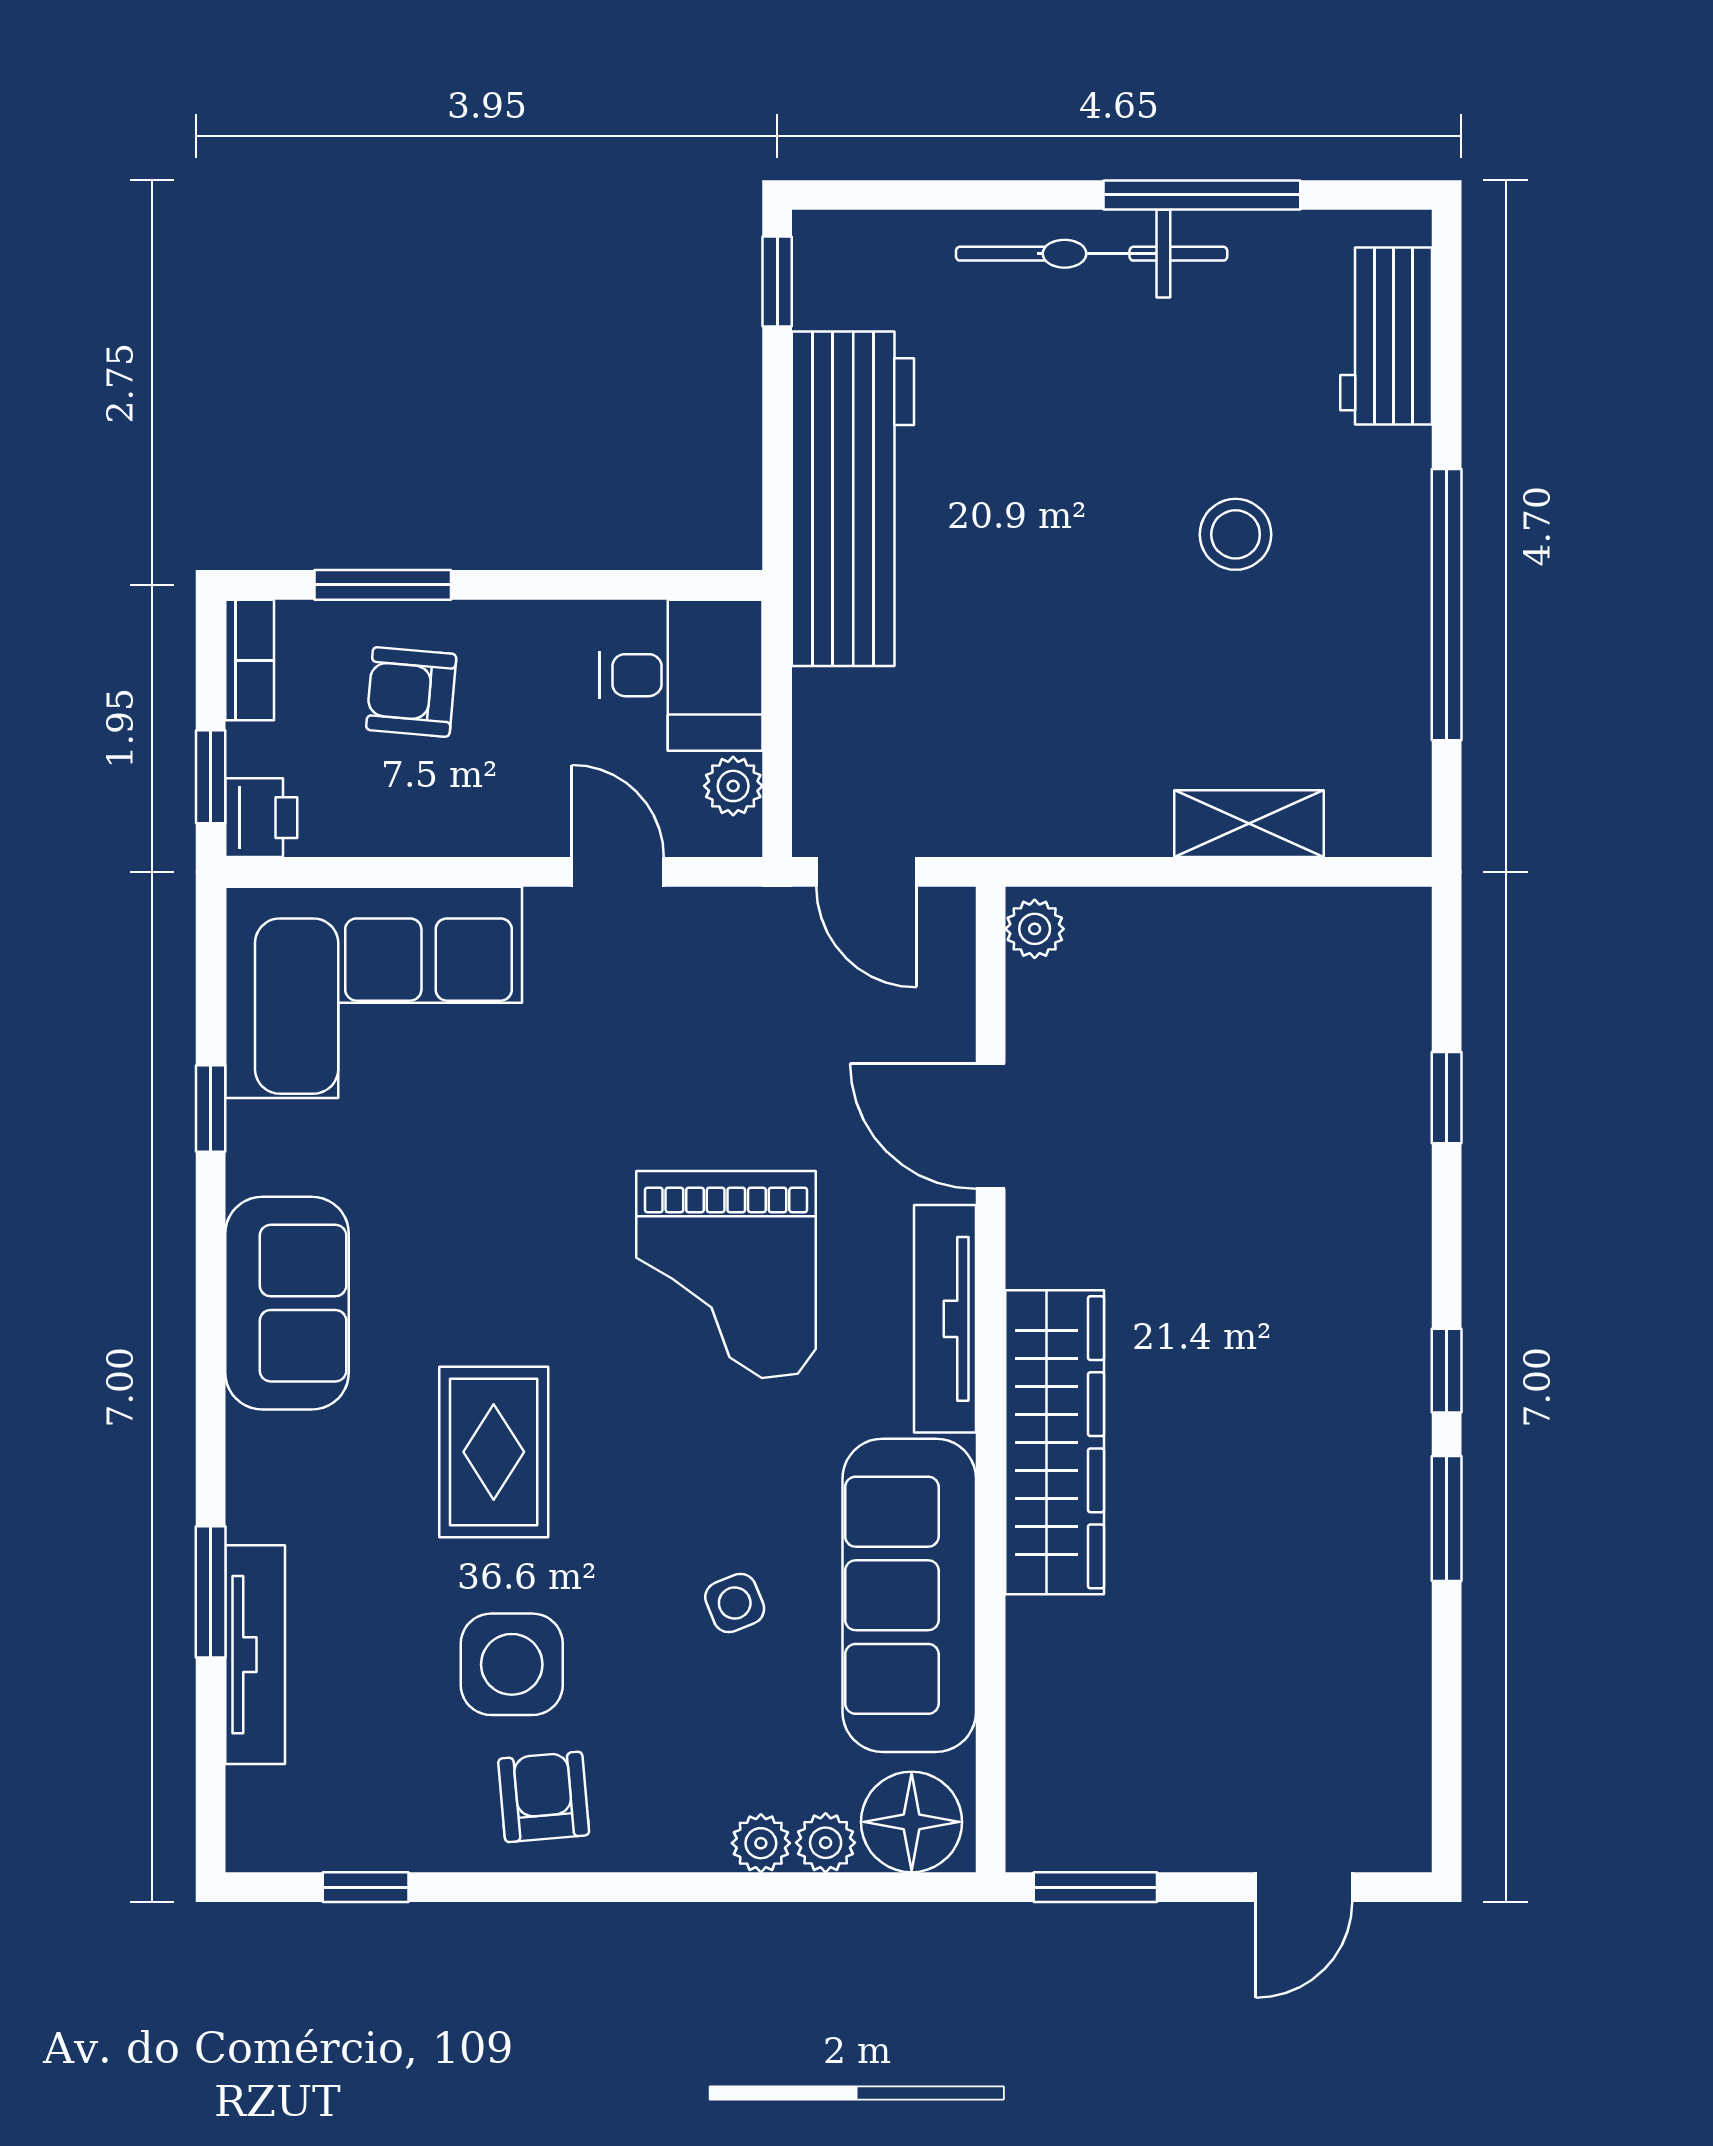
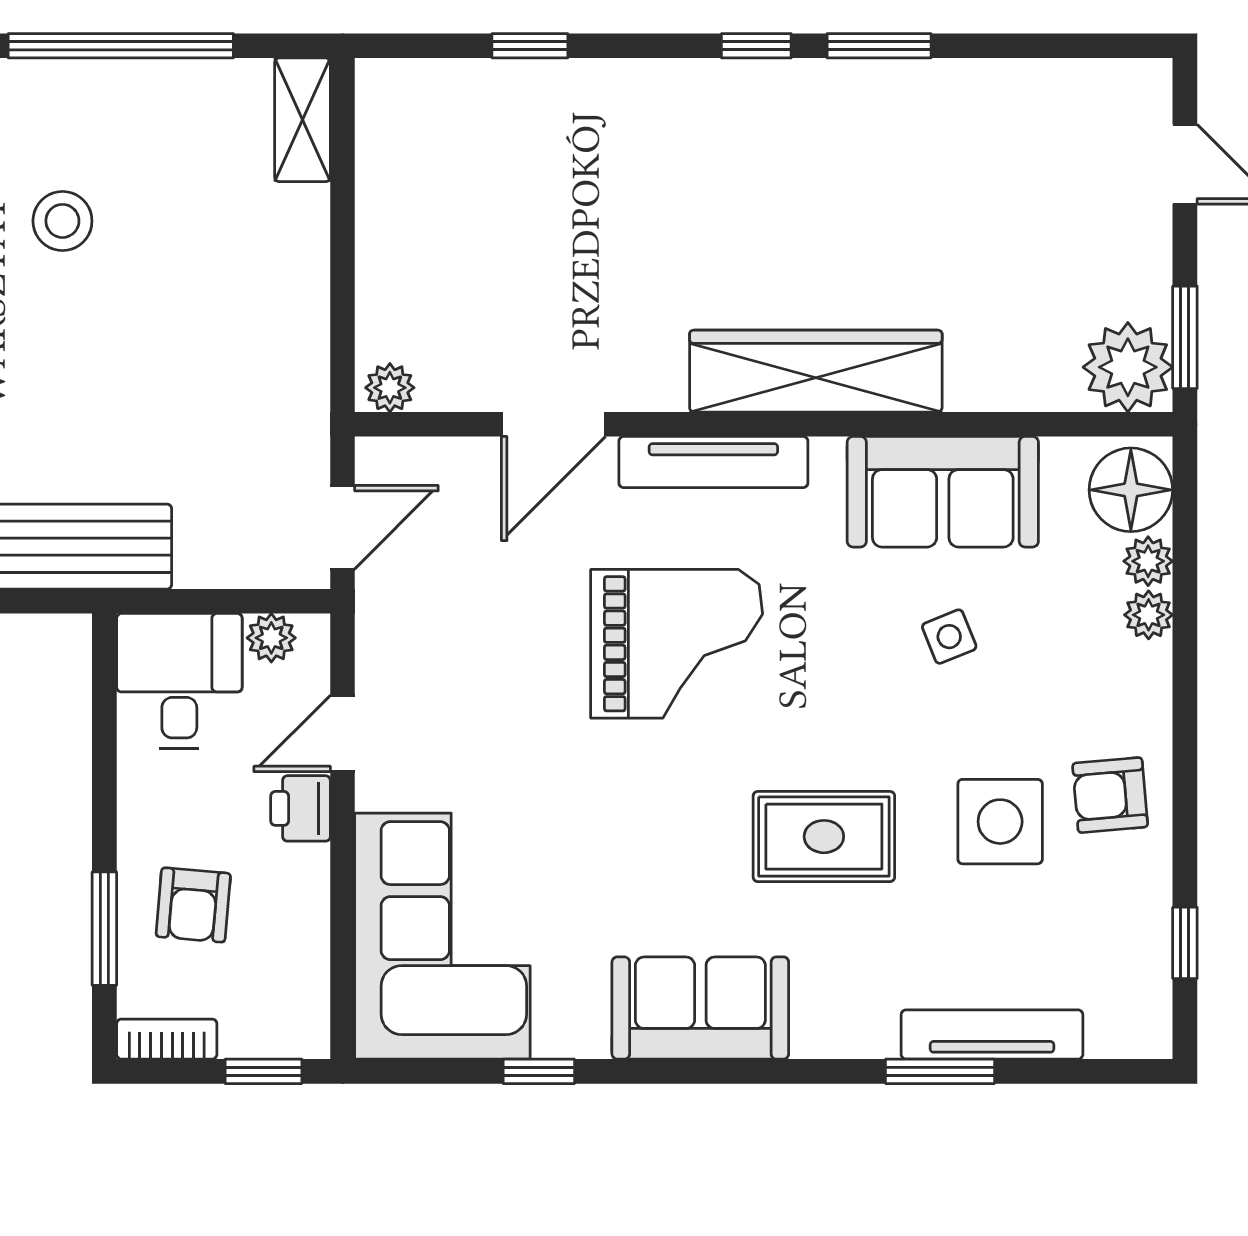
printer: (261, 818) -> (300, 808), moved, turned -90
shelving: (1249, 824) -> (302, 120), moved
sofa: (909, 1595) -> (943, 492), width x0.73
plant: (1059, 1818) -> (1128, 367), added

